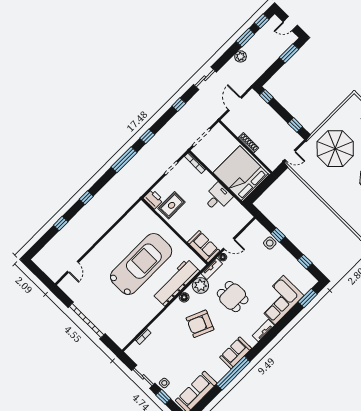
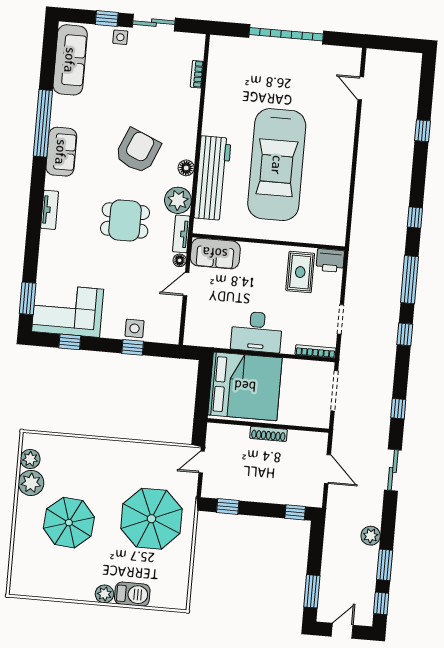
desk: (218, 197) -> (257, 332), width x1.37
window: (86, 198) -> (415, 218), moved
corner sofa: (279, 300) -> (68, 310), moved, turned -90

